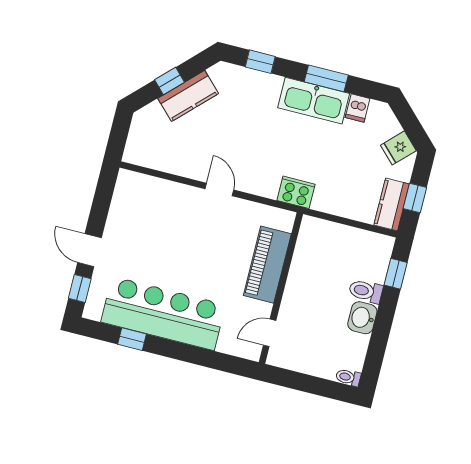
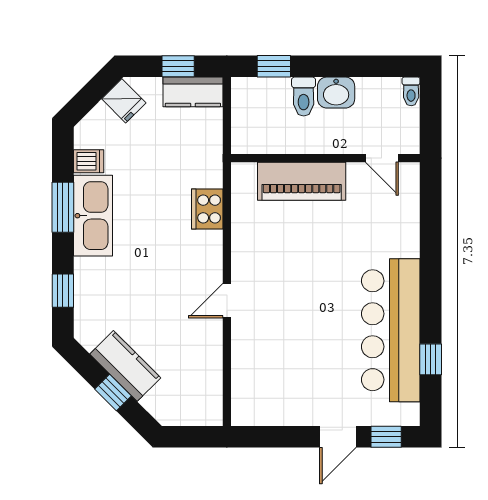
piano: (267, 265) -> (302, 181), moved
wall: (281, 288) -> (325, 158), moved
door: (270, 333) -> (382, 158), moved

